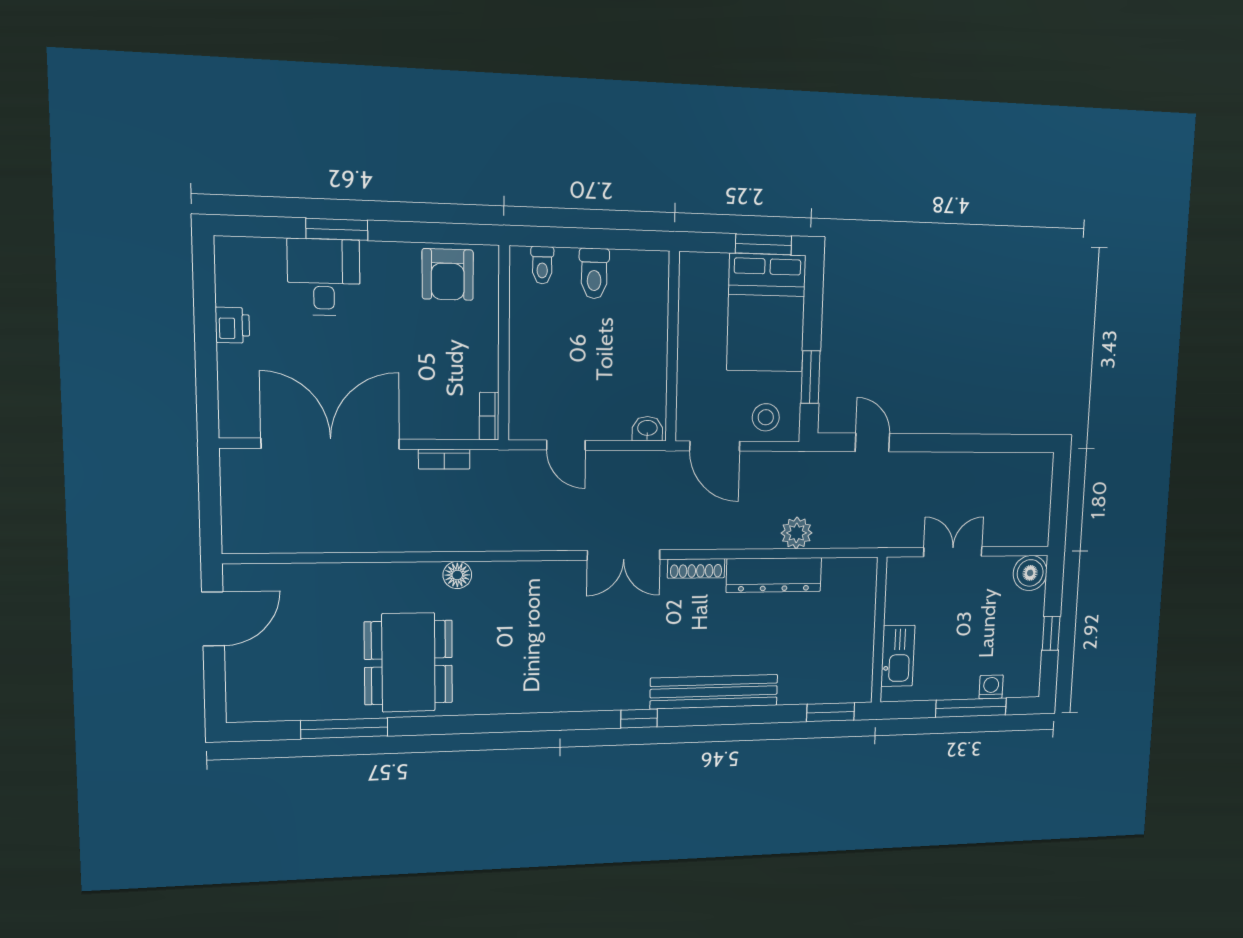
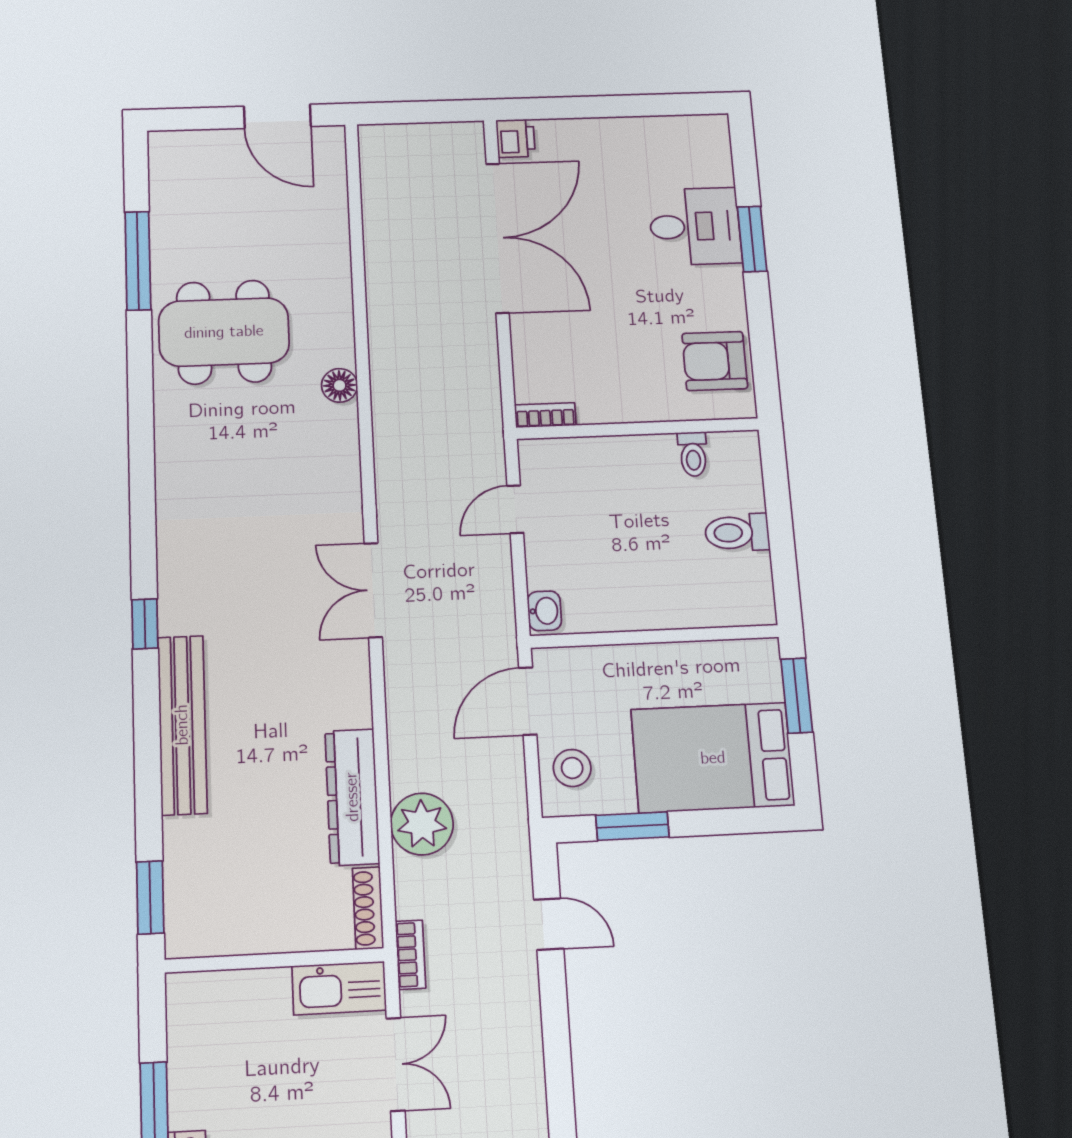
window: (763, 244) -> (797, 696), moved
toilet: (542, 265) -> (693, 454), moved, turned -90
printer: (232, 325) -> (516, 138), moved, turned -90
door: (872, 442) -> (549, 924), hinge flipped
bookcase: (444, 459) -> (411, 955), moved, turned 180
plant: (797, 533) -> (422, 824), width x1.36, depth x1.36
shoe rack: (696, 568) -> (368, 908), moved
kitchen sink: (898, 656) -> (339, 988), moved

